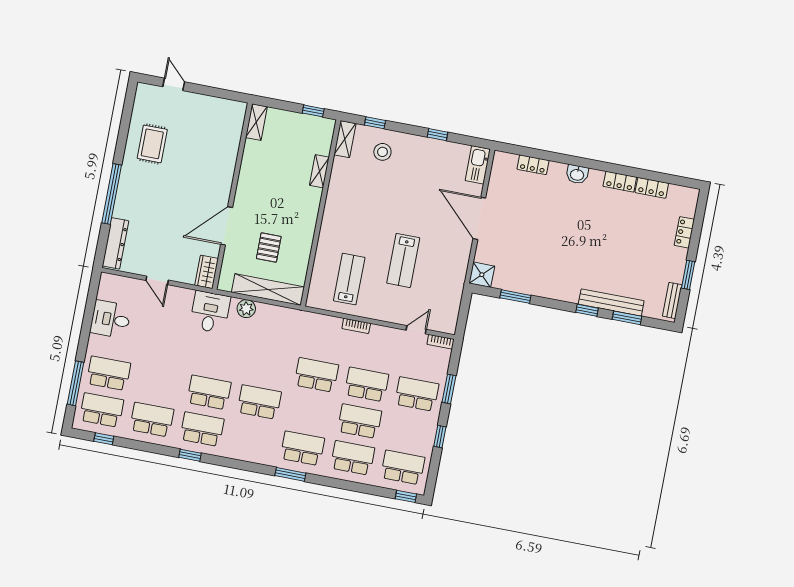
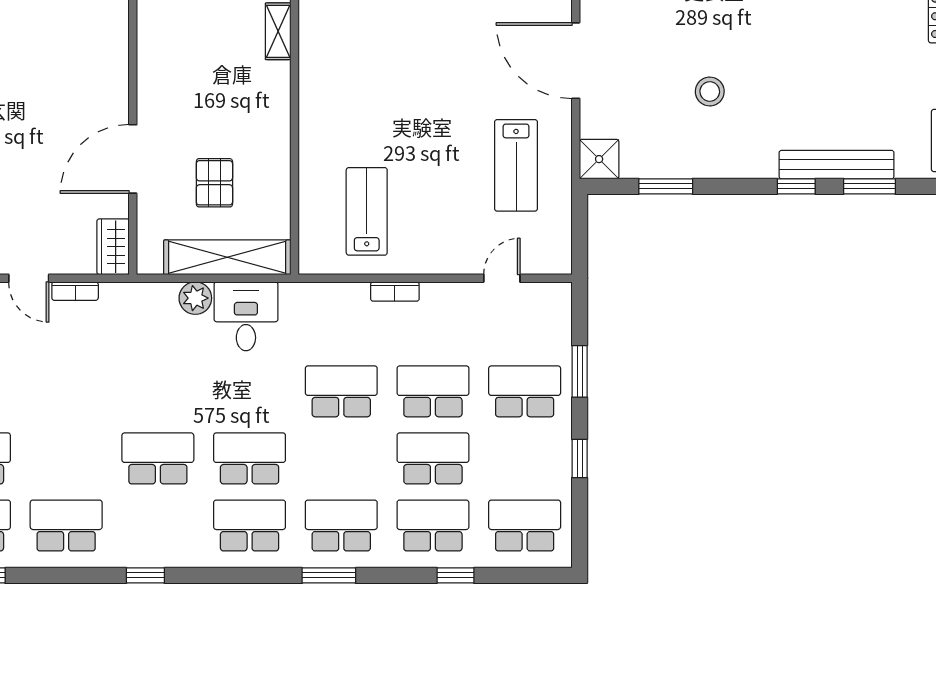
stool: (549, 249) -> (710, 91), added
lab bench: (403, 260) -> (516, 165), moved
desk: (210, 312) -> (246, 316), moved
bookcase: (441, 342) -> (75, 291), moved
school desk: (202, 429) -> (250, 525), moved
window: (406, 496) -> (455, 575), moved

